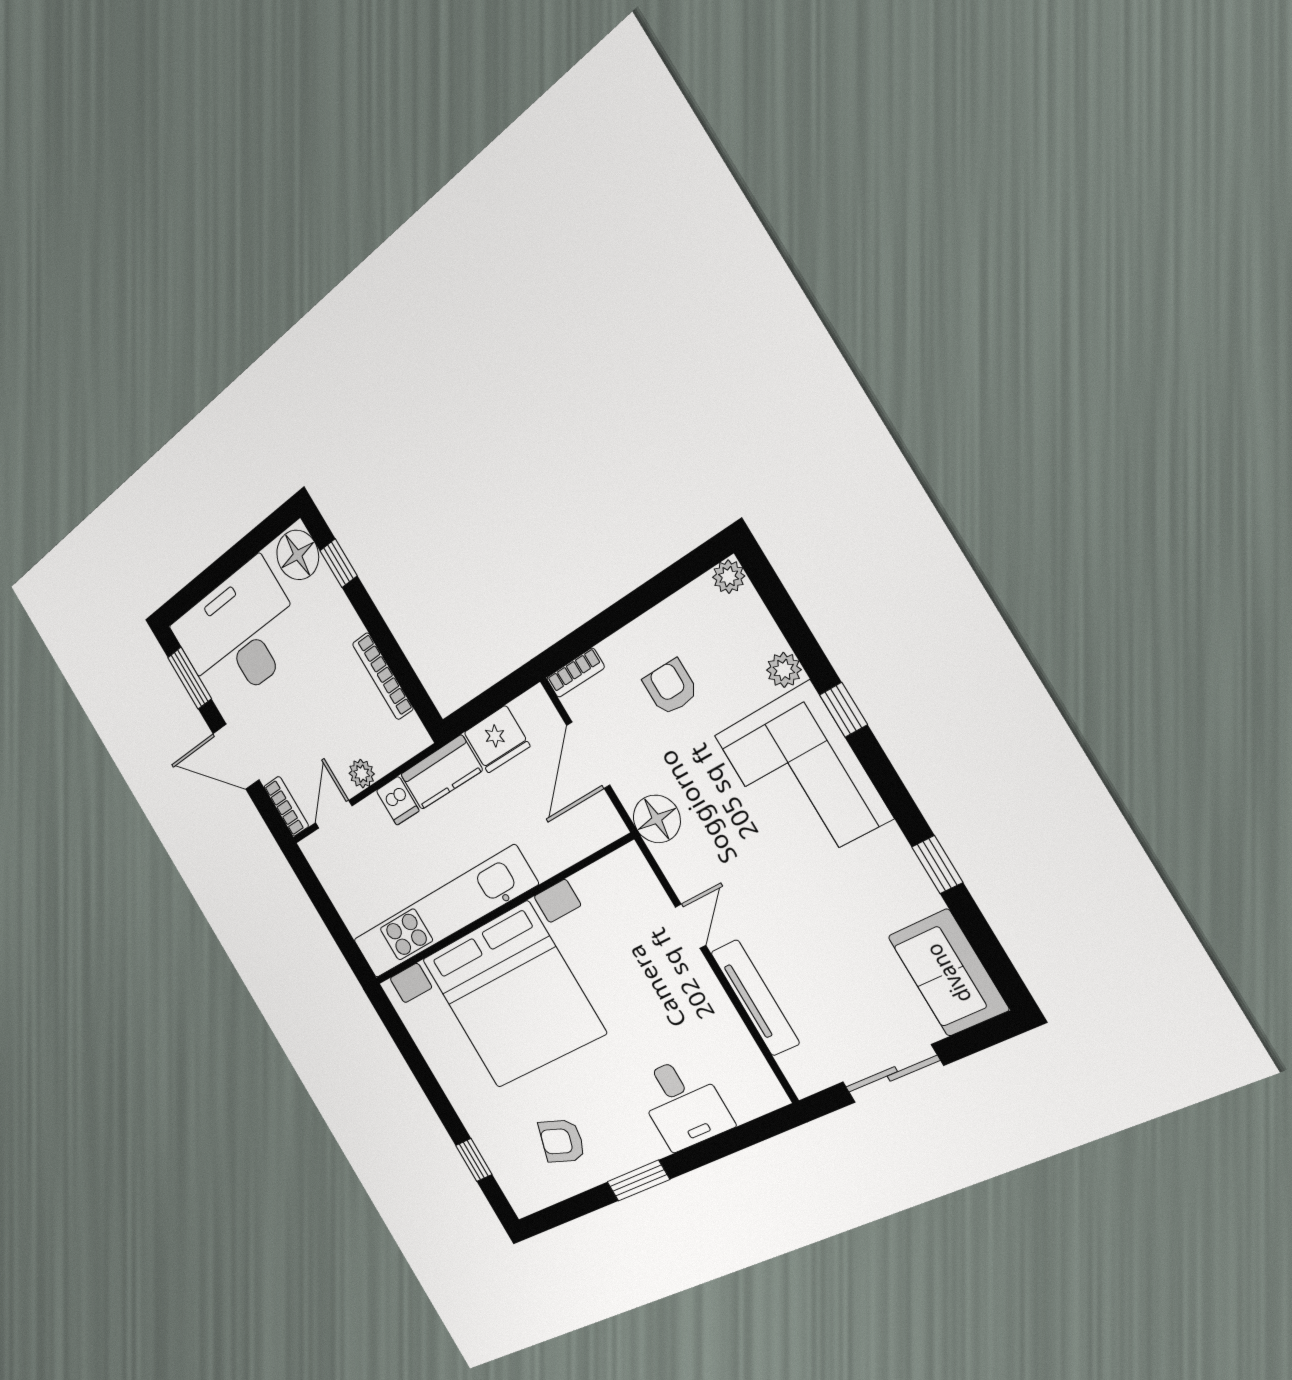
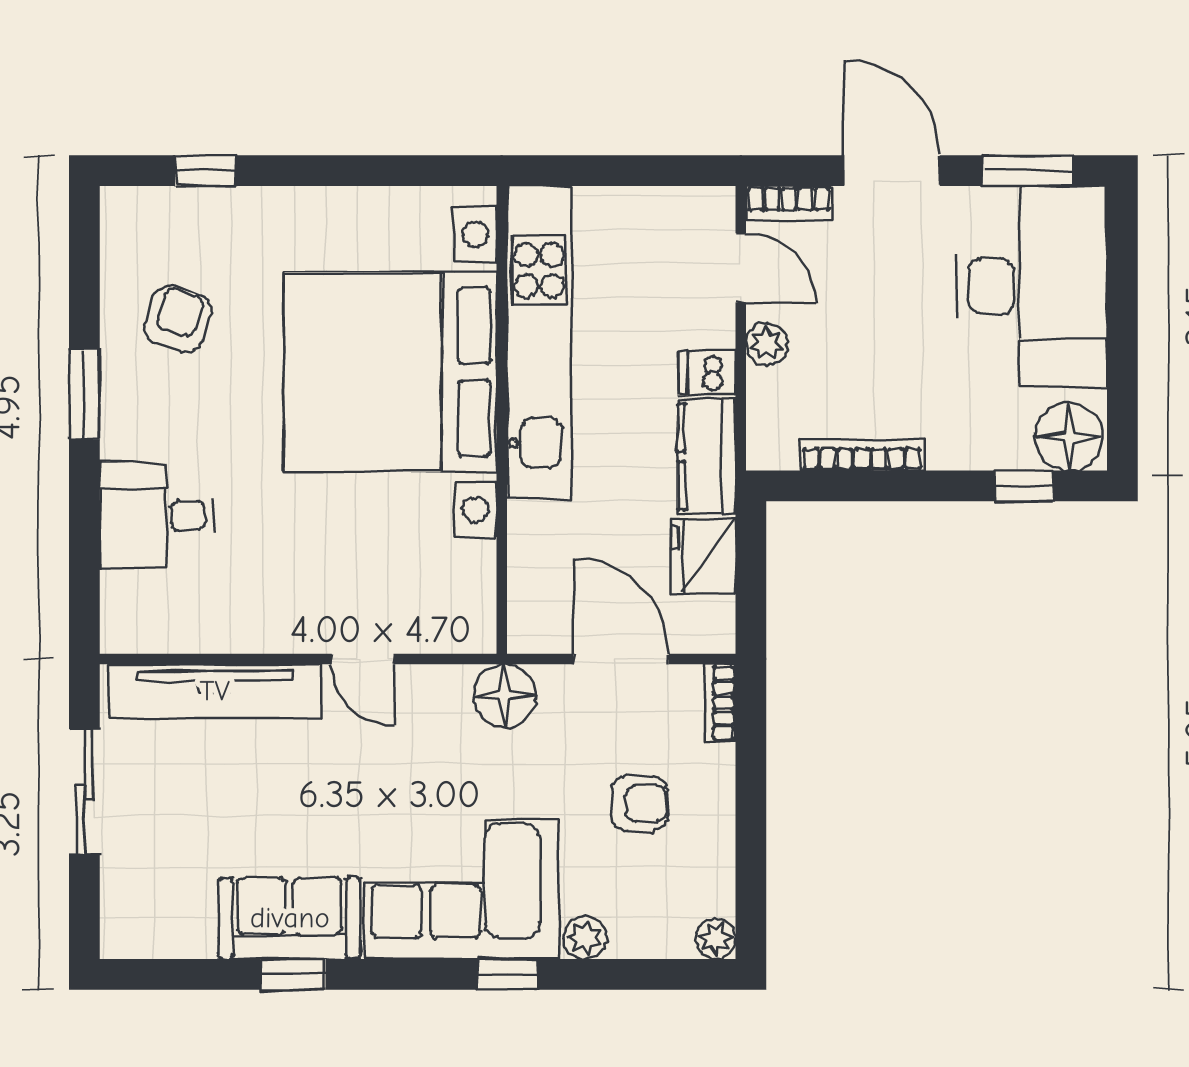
door: (236, 757) -> (892, 171), hinge flipped
sofa: (948, 973) -> (290, 918), moved
tv unit: (755, 998) -> (215, 691), width x1.36, depth x1.29

